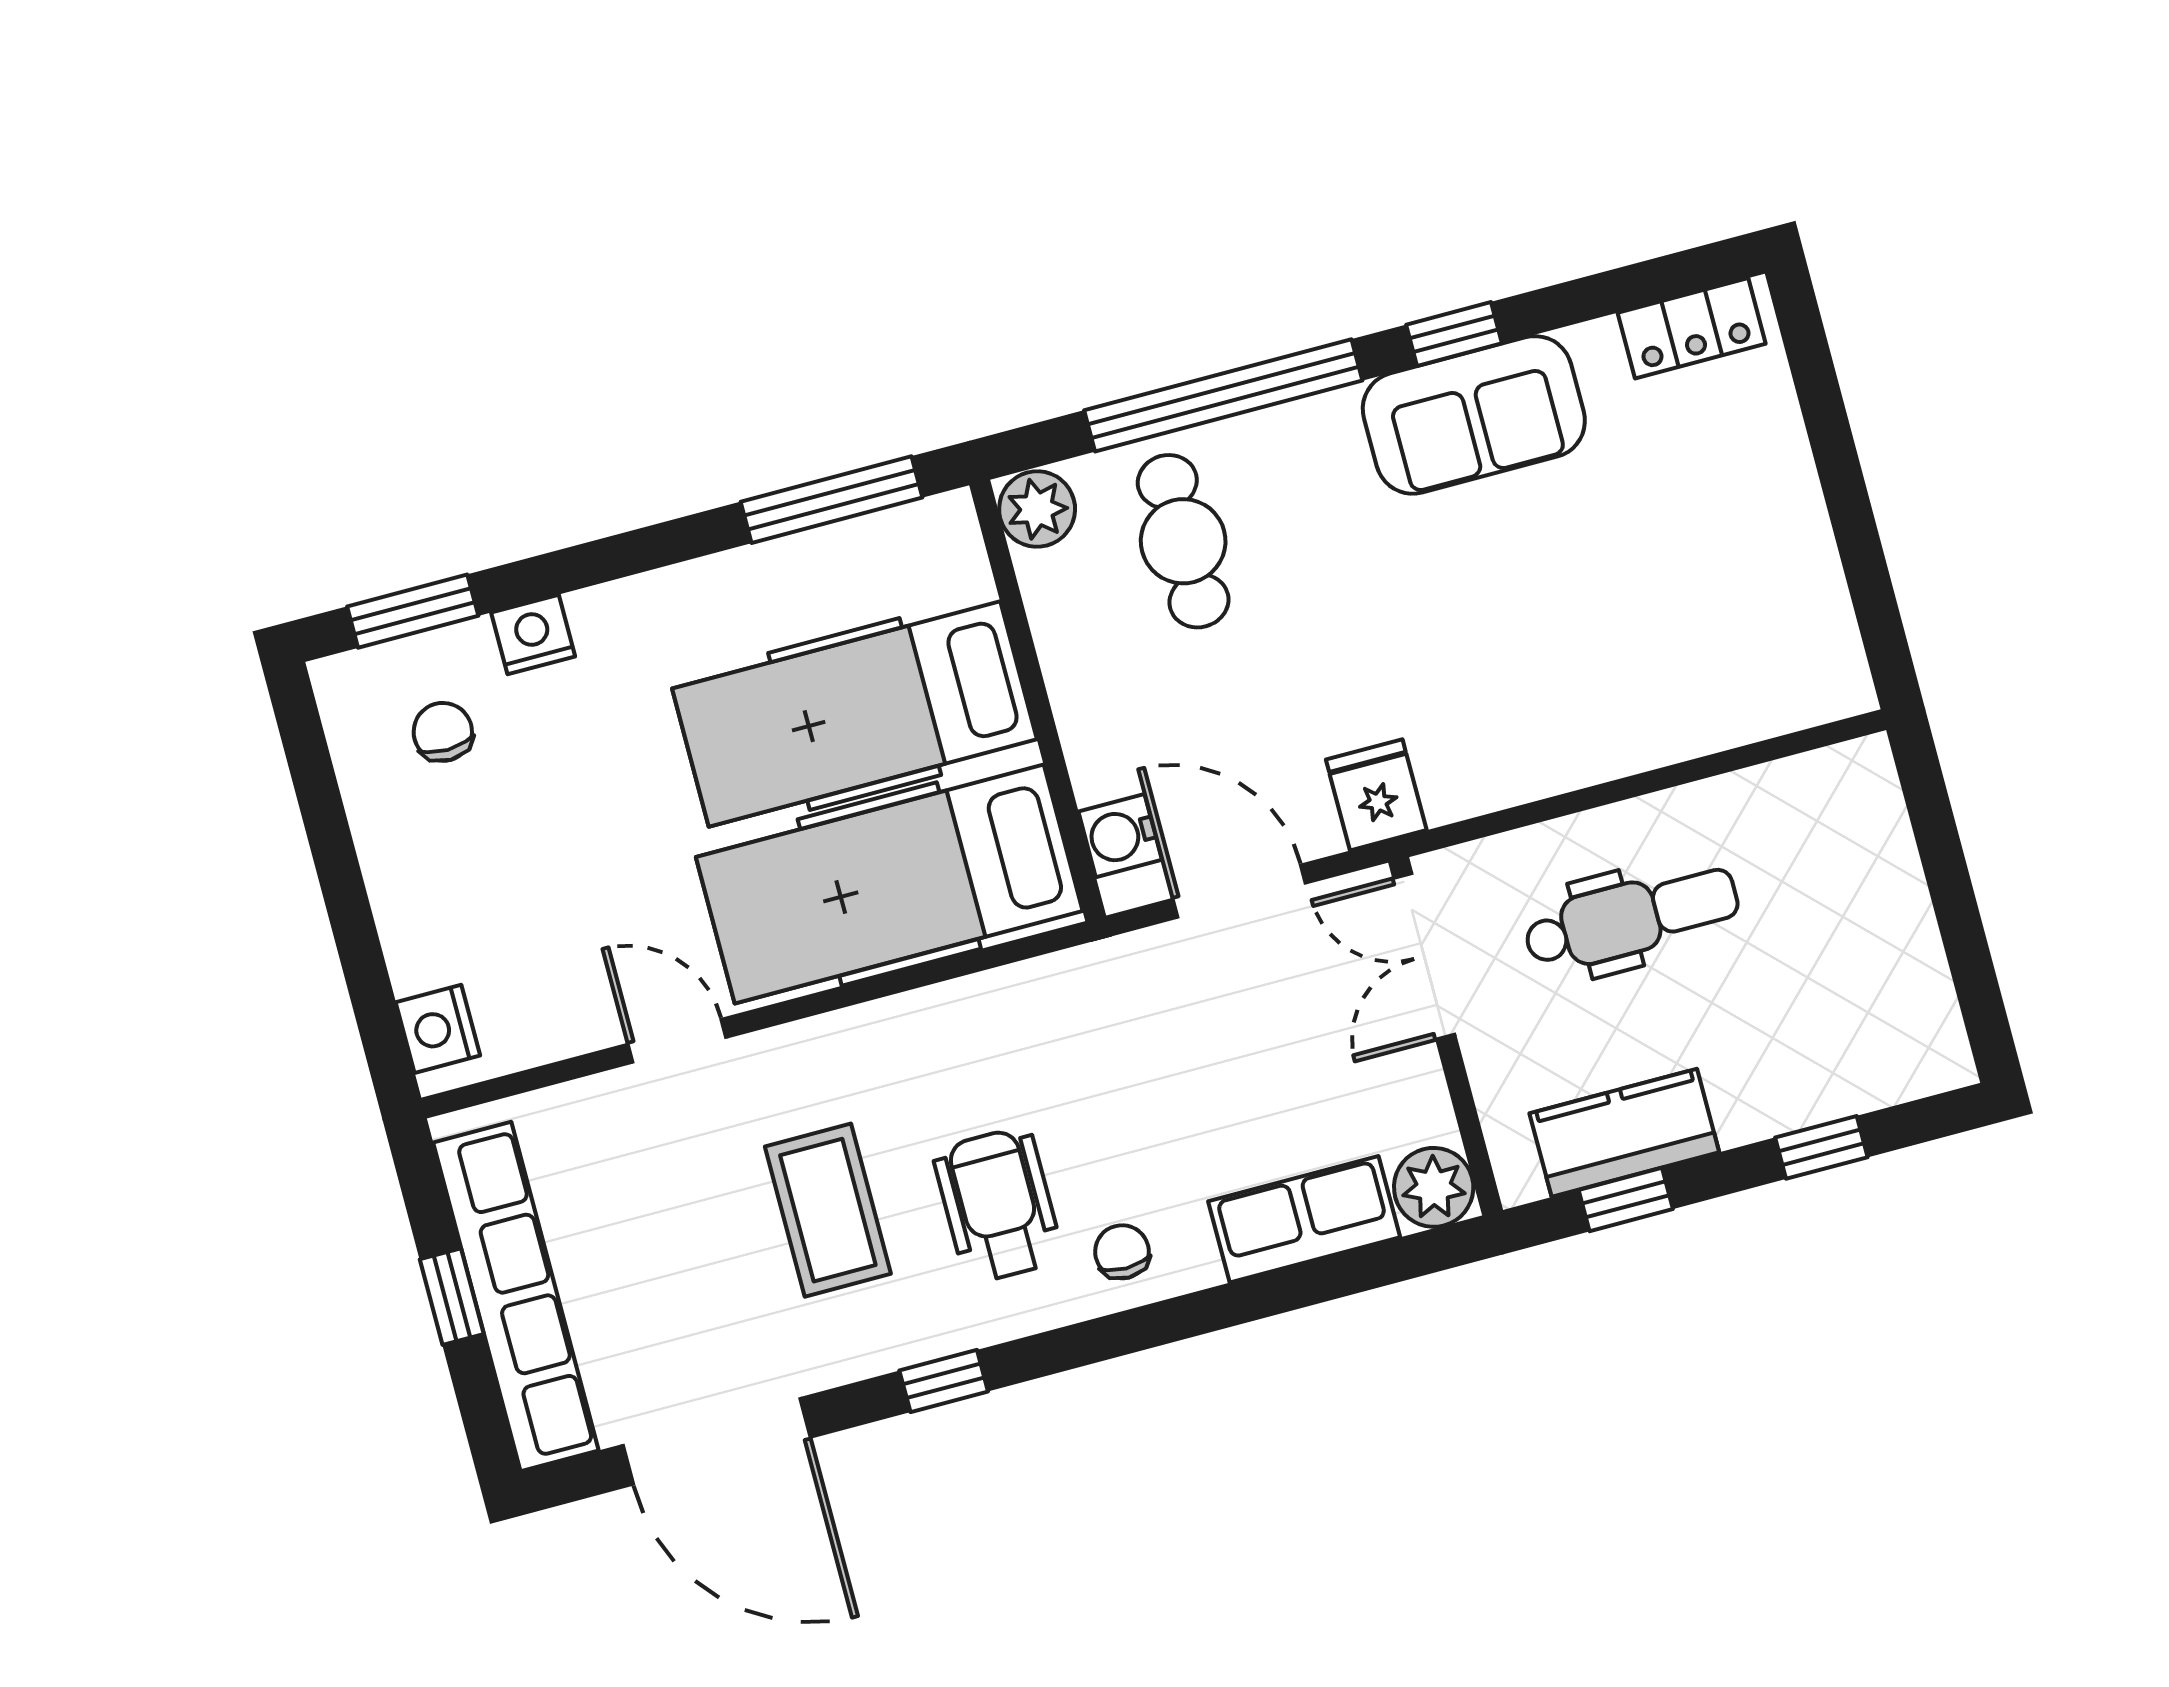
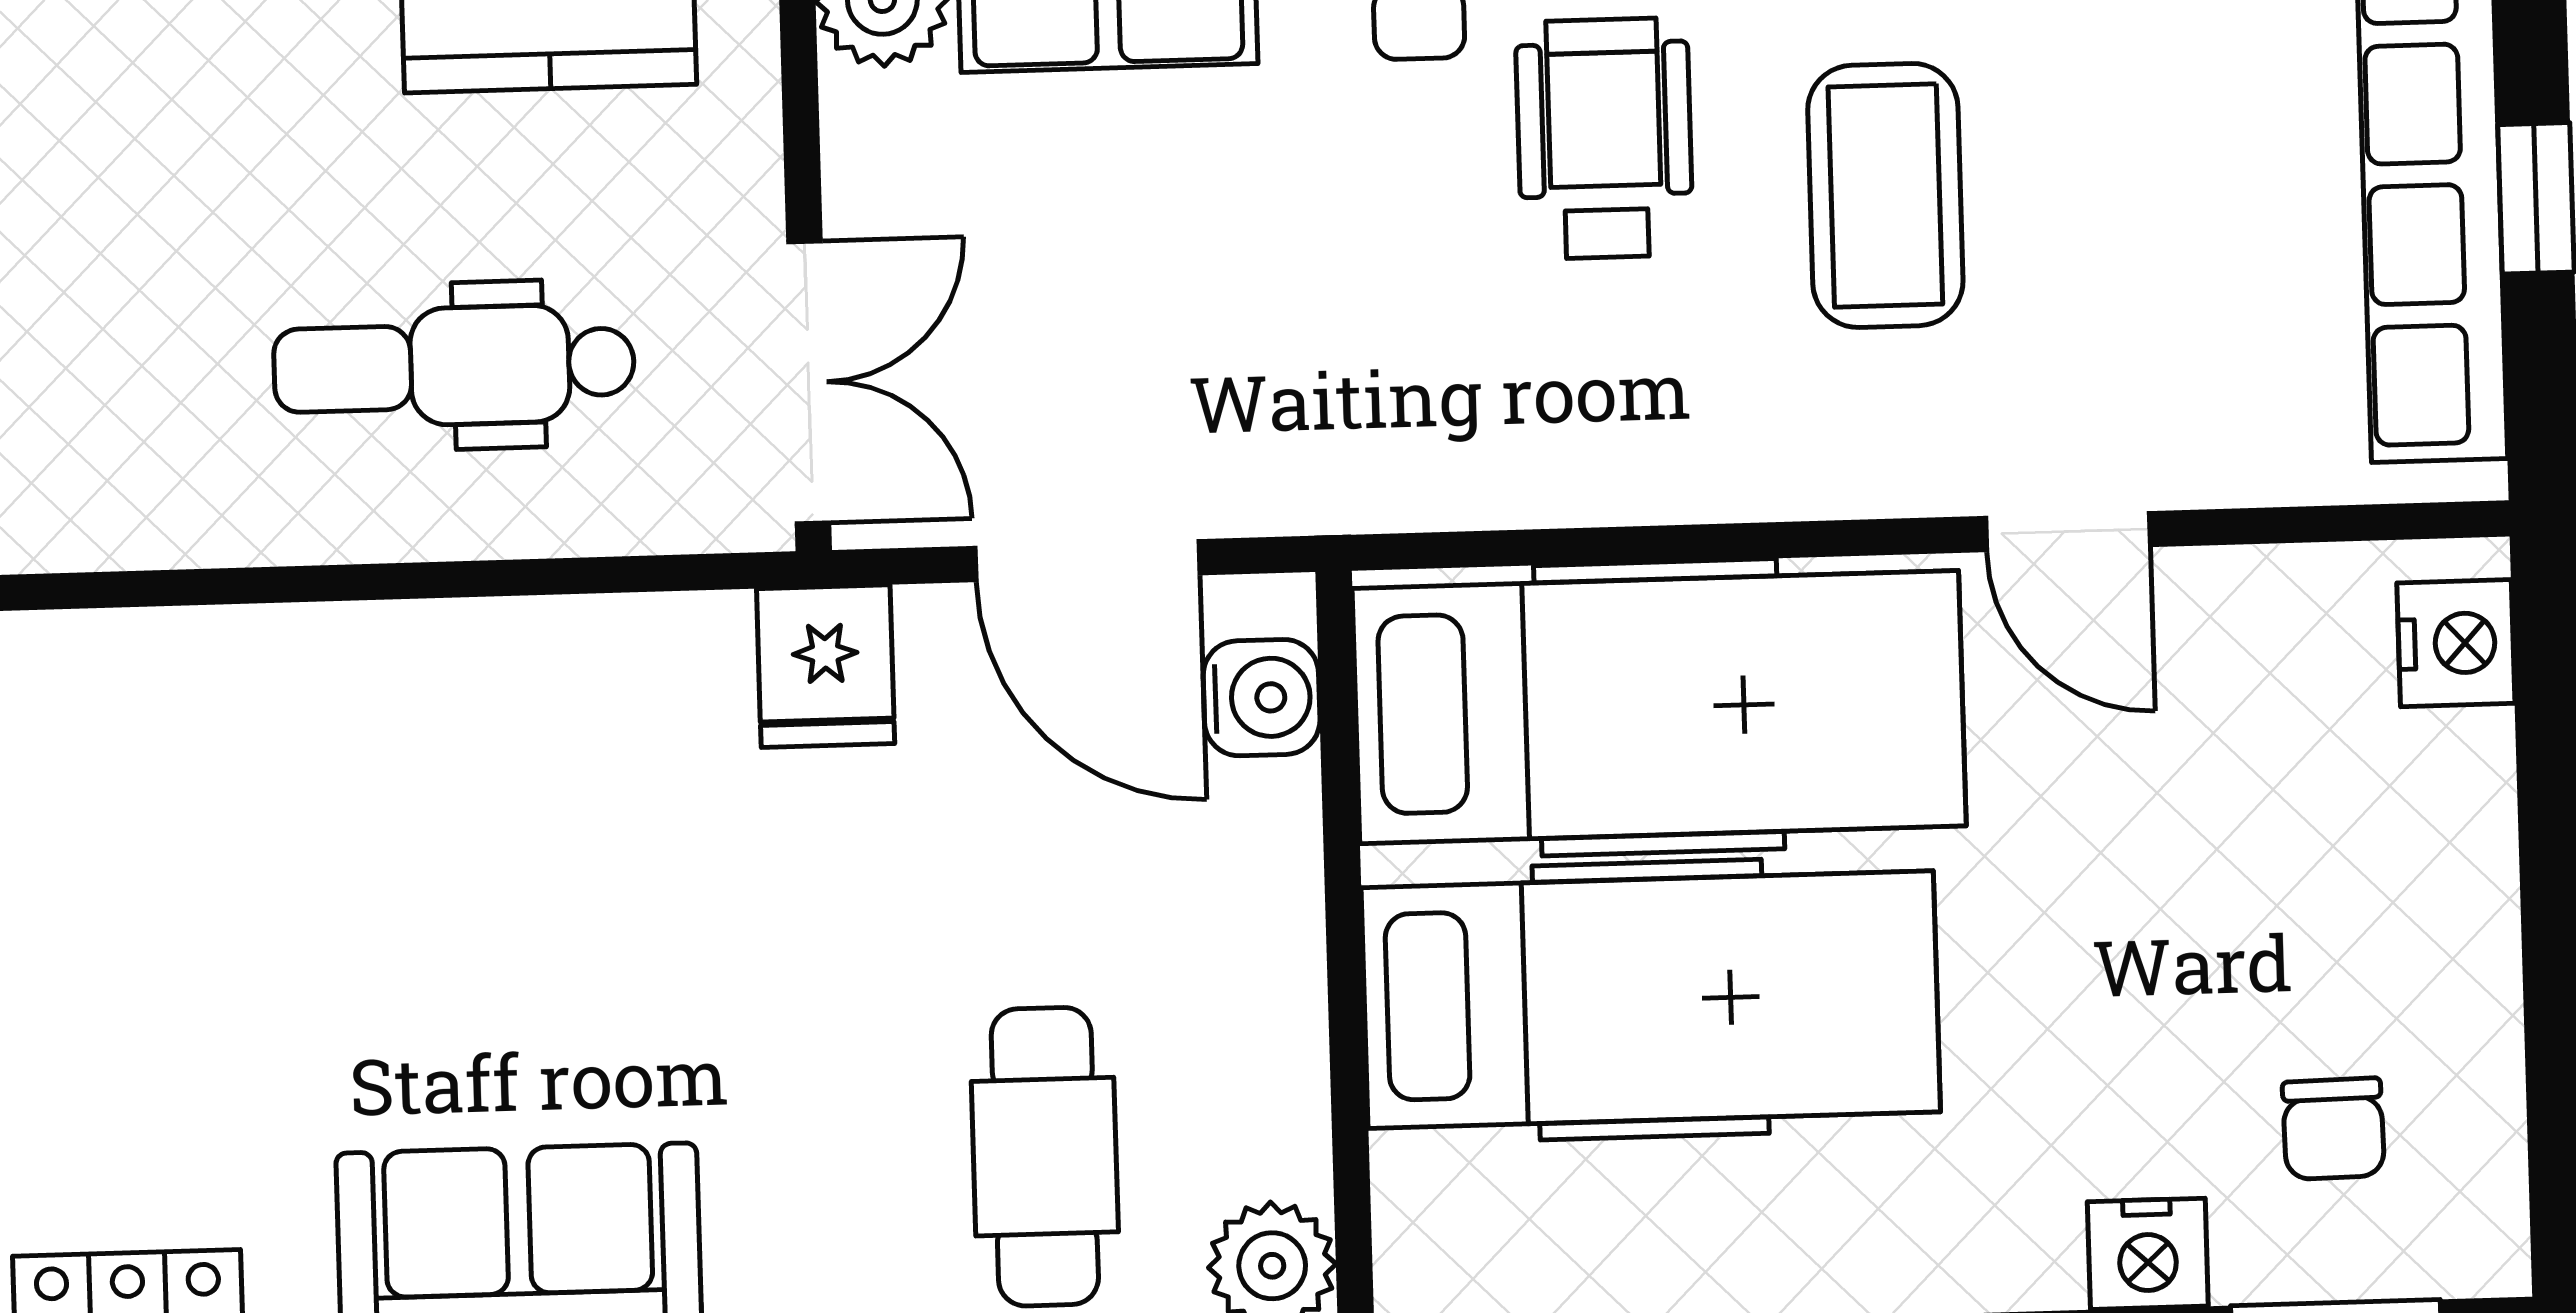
wheelchair: (998, 1205) -> (1604, 138), turned 180

